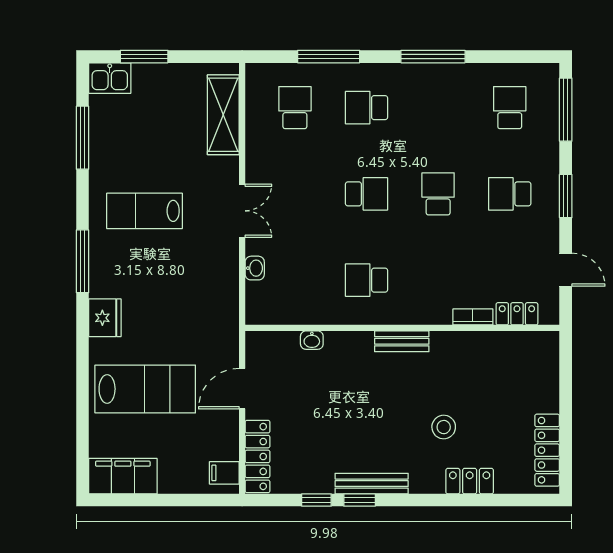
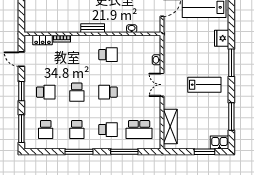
school desk: (295, 108) -> (139, 130), width x1.85
school desk: (438, 108) -> (77, 130), added

